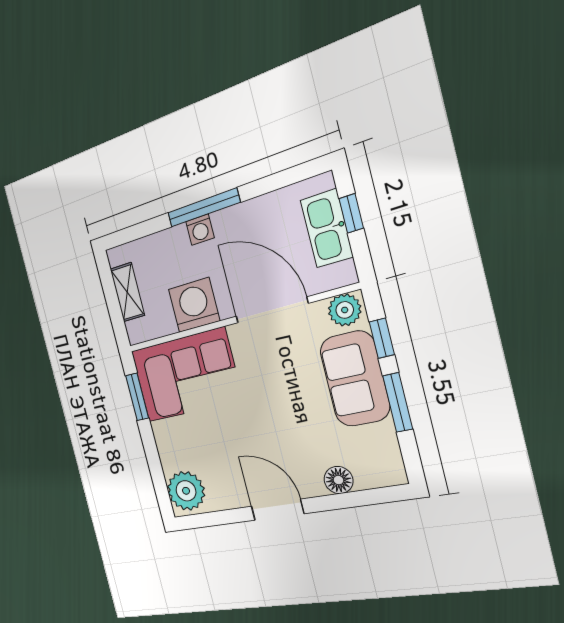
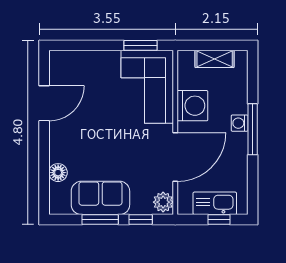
sofa: (355, 379) -> (100, 198), moved
plant: (186, 491) -> (67, 65), removed
door: (277, 510) -> (44, 103), moved

